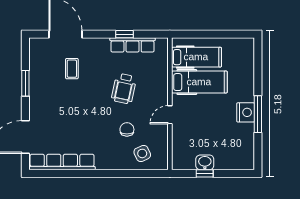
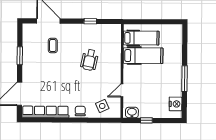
row of seats: (133, 45) -> (96, 29), removed
nightstand: (246, 112) -> (176, 104), moved
door: (170, 115) -> (122, 90), moved
chair: (127, 129) -> (80, 111), moved
washbasin: (205, 162) -> (132, 112), moved

